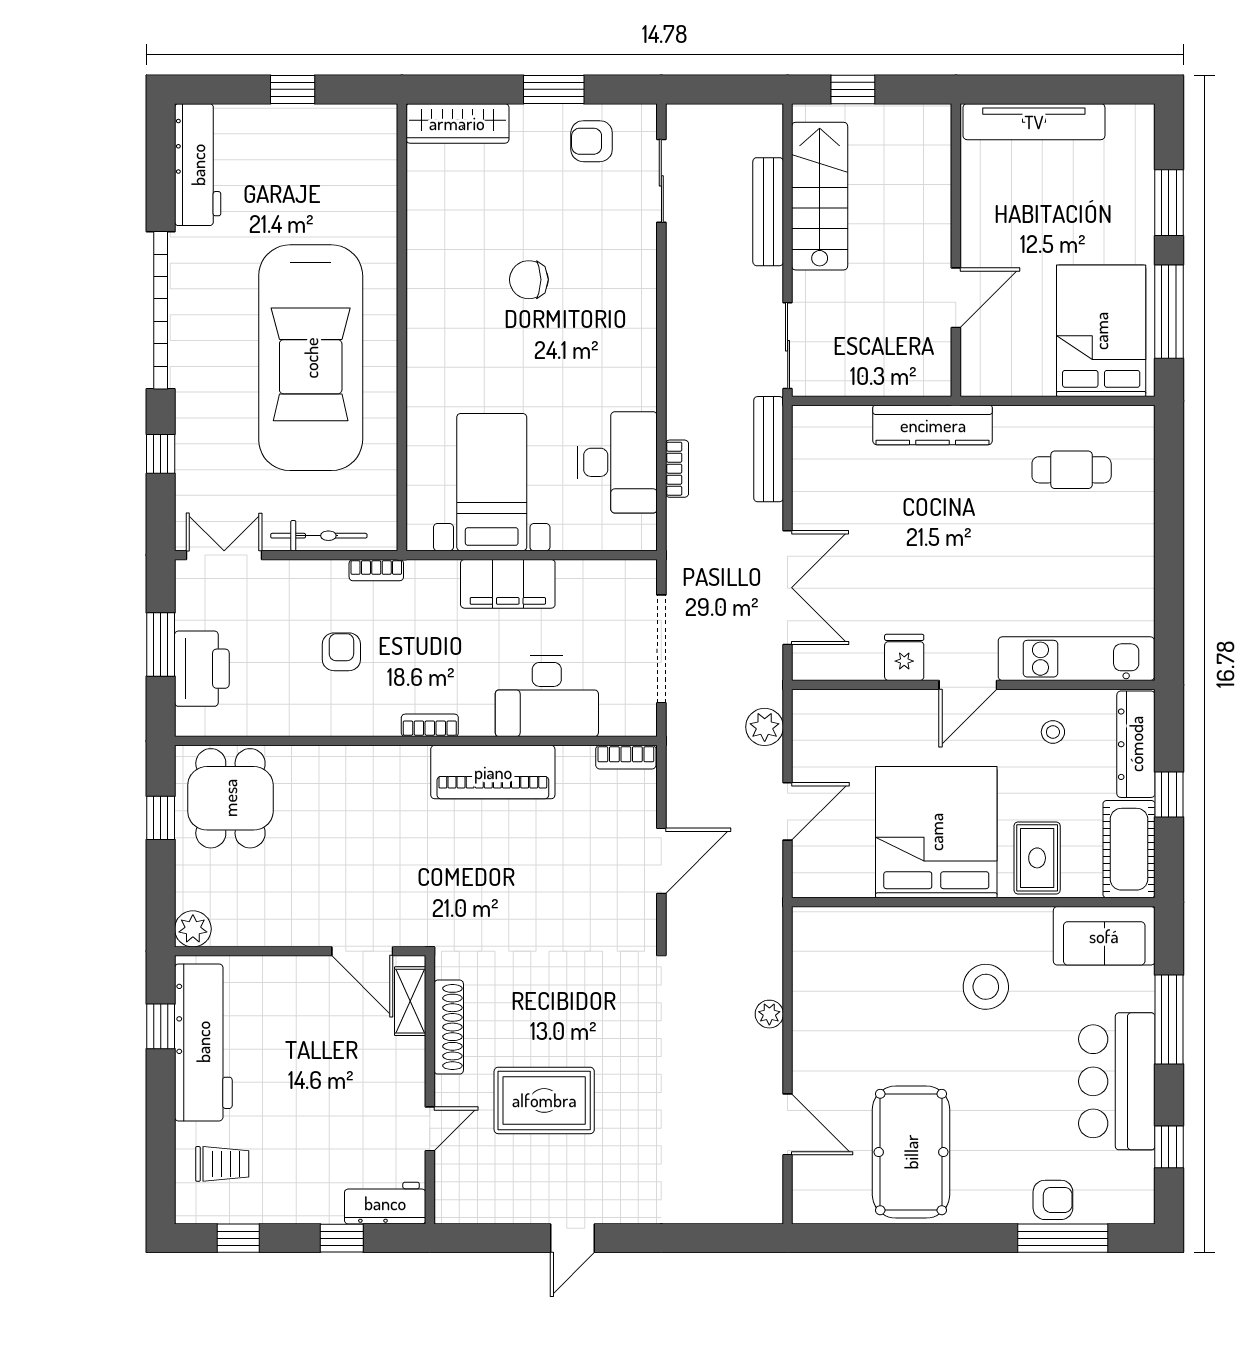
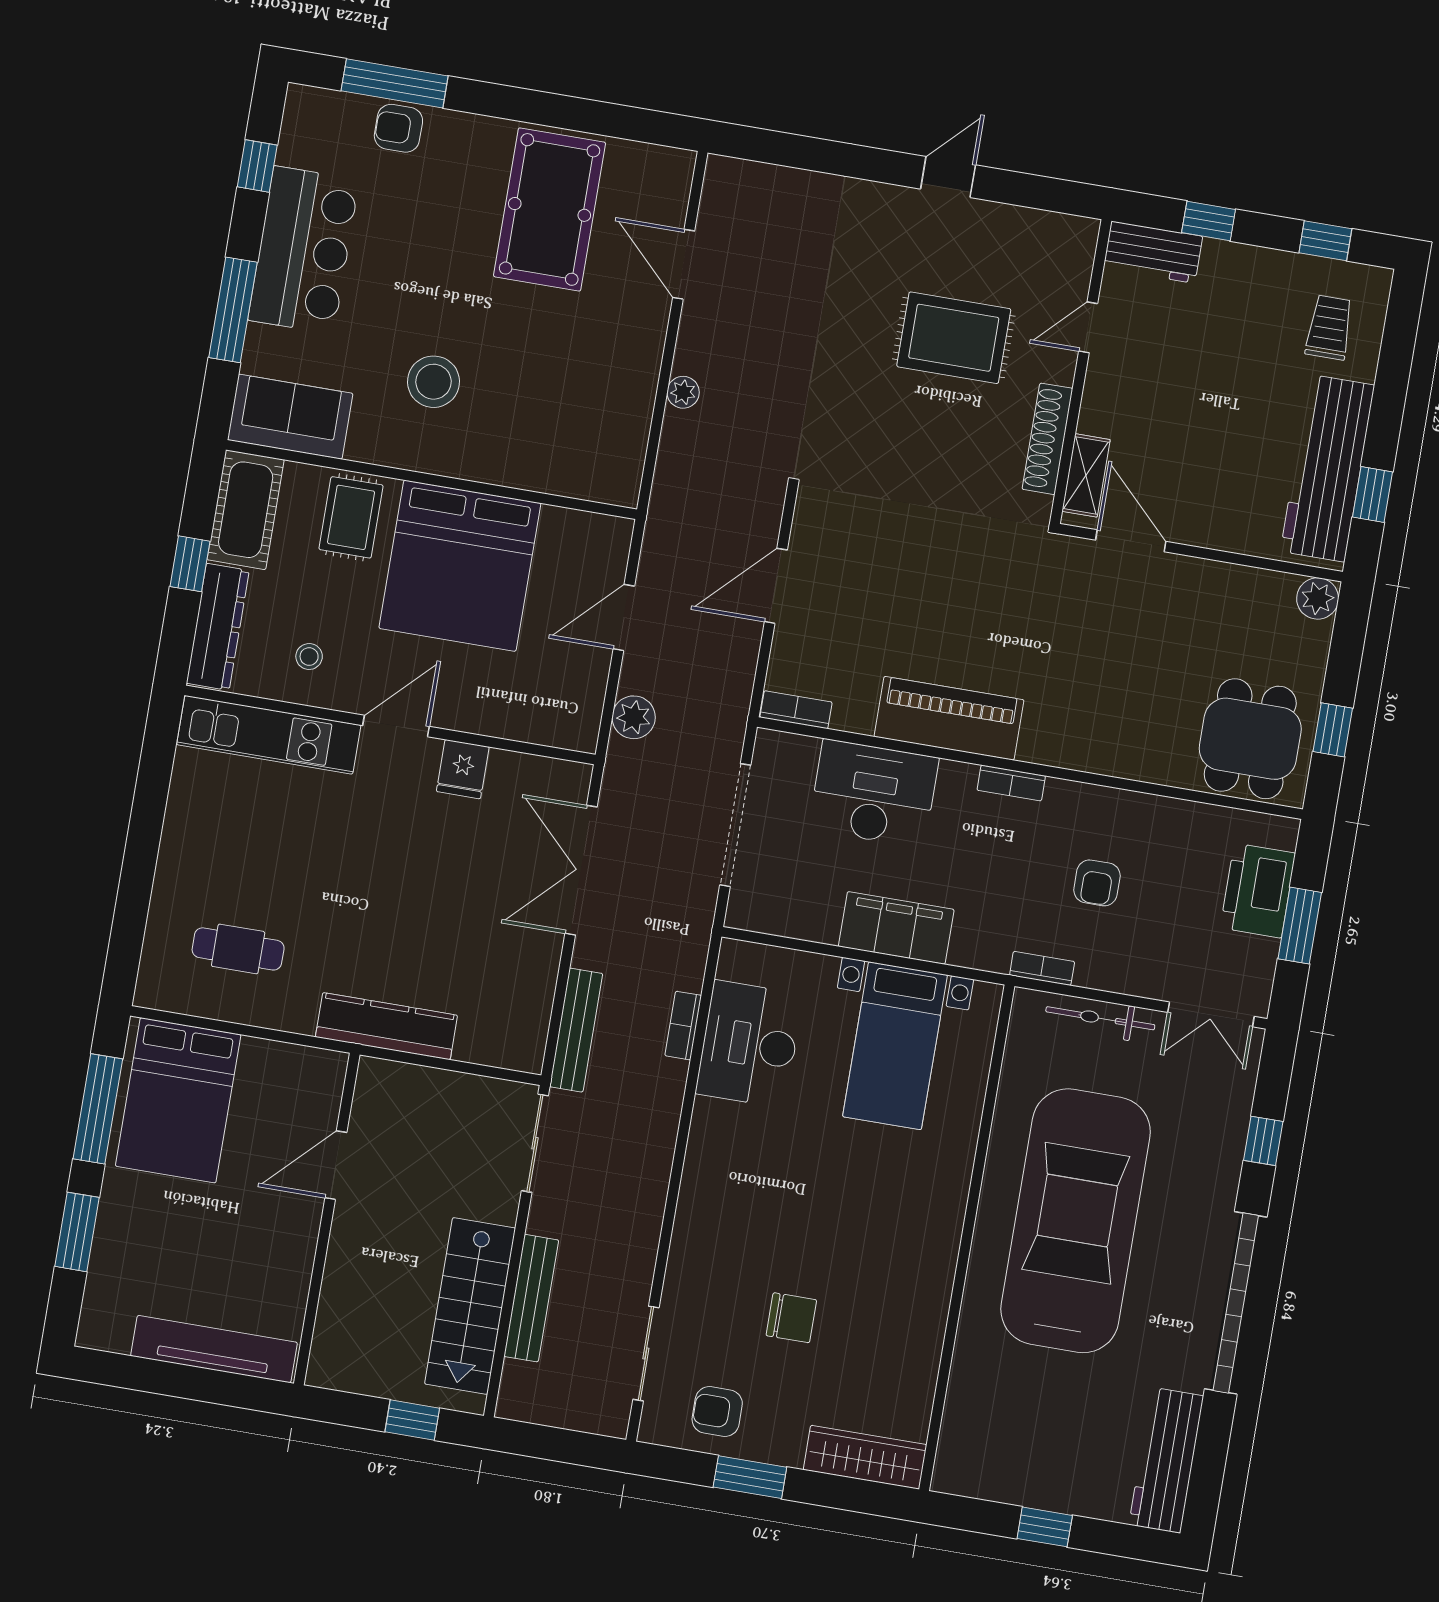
armchair: (592, 141) -> (717, 1412), turned 180
chair: (529, 280) -> (791, 1318), moved
trolley: (222, 1164) -> (1329, 328), turned 90

